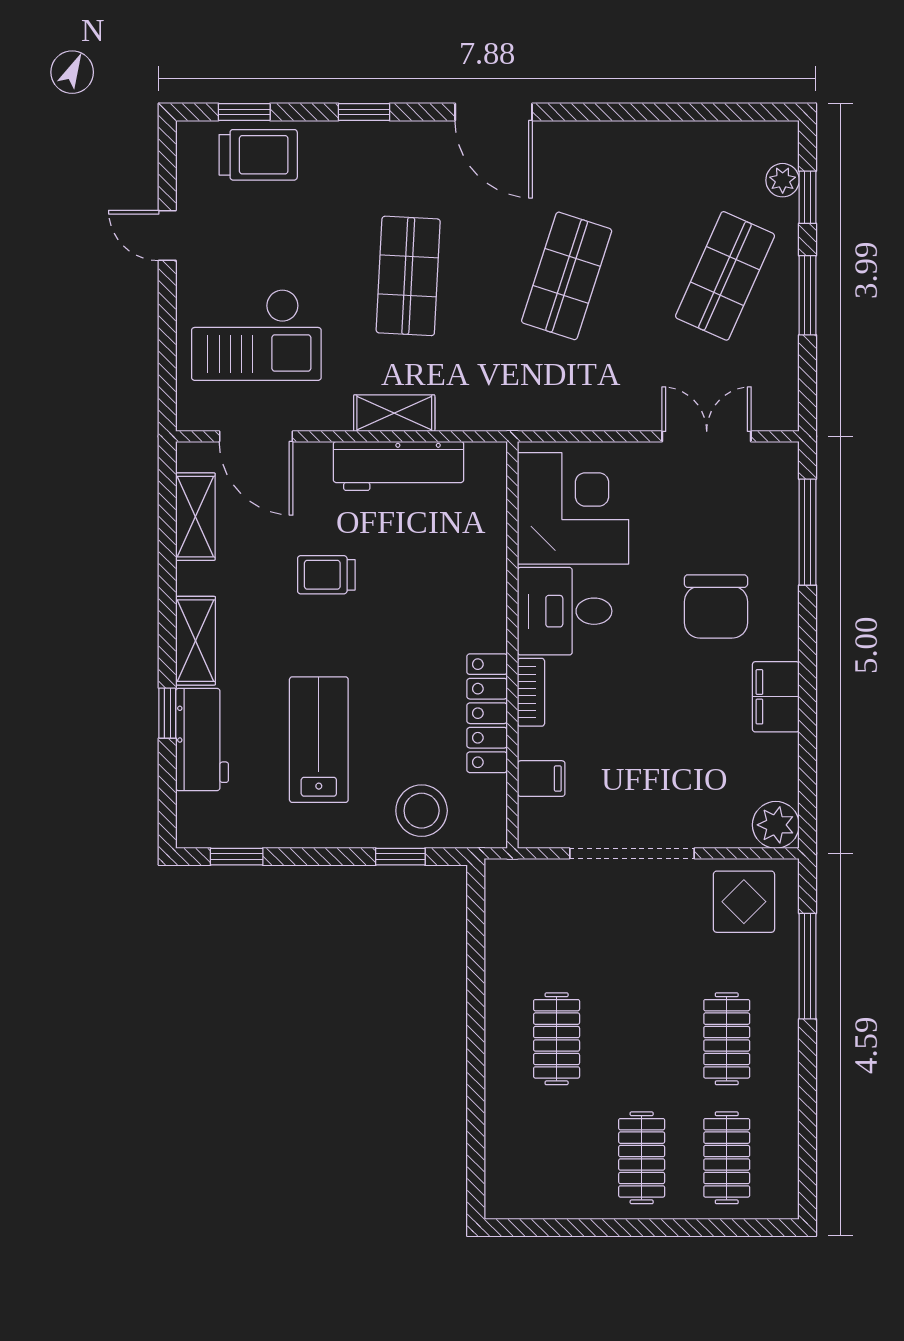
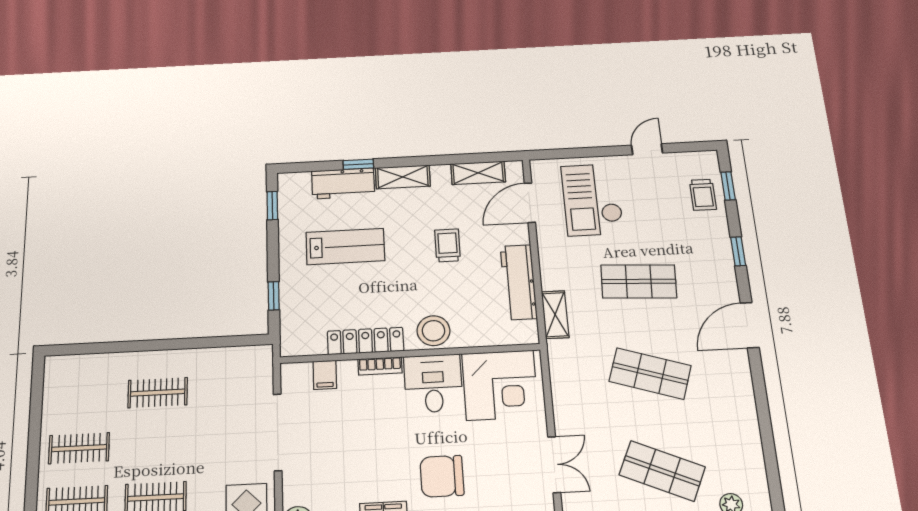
trolley: (258, 155) -> (703, 195), width x0.73, depth x0.72
shelving: (394, 413) -> (555, 315), moved
stool: (422, 811) -> (433, 331), moved

